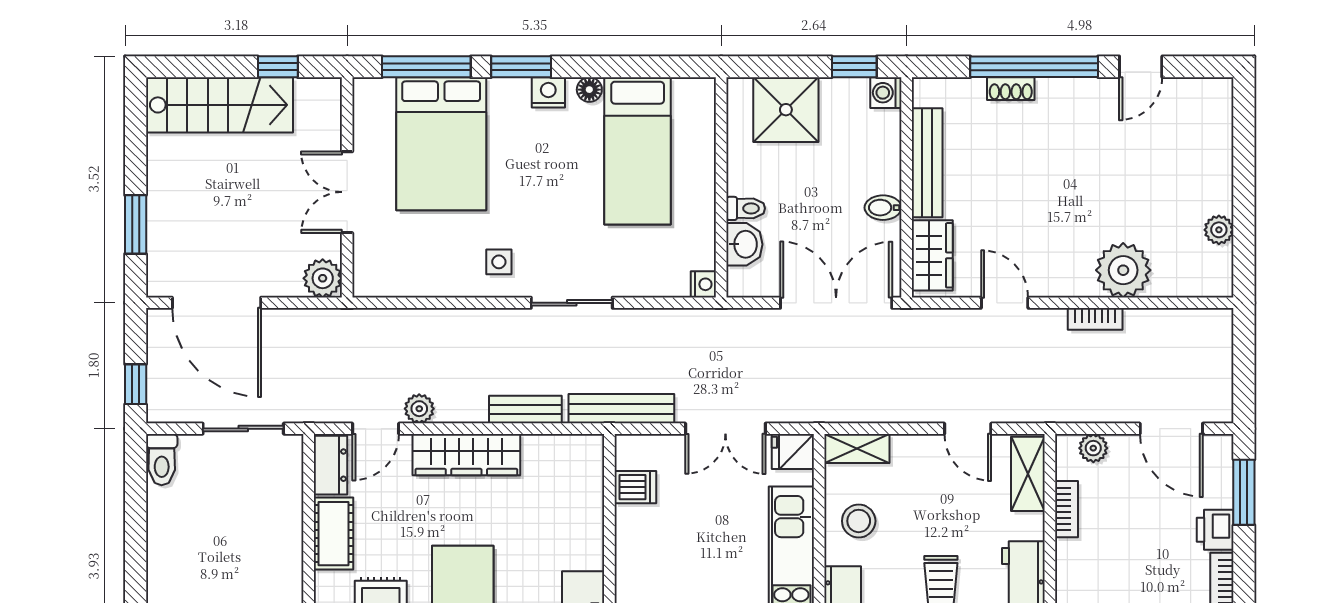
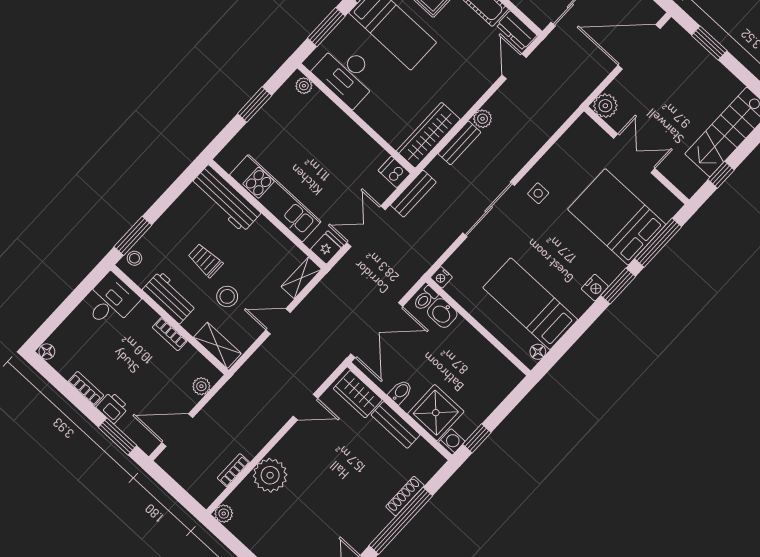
shoe rack: (1011, 89) -> (405, 496), width x1.43
floor lamp: (589, 90) -> (538, 352), moved
shower: (786, 110) -> (436, 413), moved
bench: (927, 163) -> (396, 425), width x0.73
toilet: (746, 208) -> (425, 298), moved
plant: (1219, 230) -> (224, 514), moved
sliding door: (572, 303) -> (489, 209), width x1.37
bookcase: (1095, 319) -> (233, 470), moved
plant: (419, 409) -> (483, 119), moved
bench: (621, 409) -> (413, 194), width x0.73
door: (968, 429) -> (278, 321), moved
wardrobe: (466, 455) -> (428, 135), moved
dishwasher: (635, 487) -> (394, 172), moved, turned 90
bookcase: (1066, 509) -> (170, 334), moved
stool: (859, 521) -> (227, 296), moved

